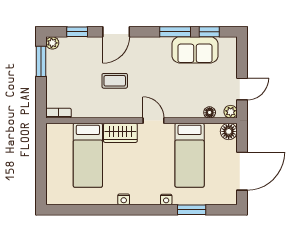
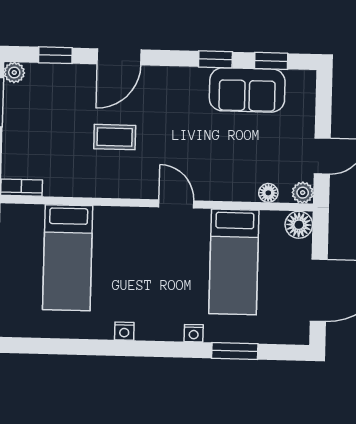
window: (175, 32) -> (215, 59), width x0.67
wardrobe: (120, 133) -> (122, 222), removed

